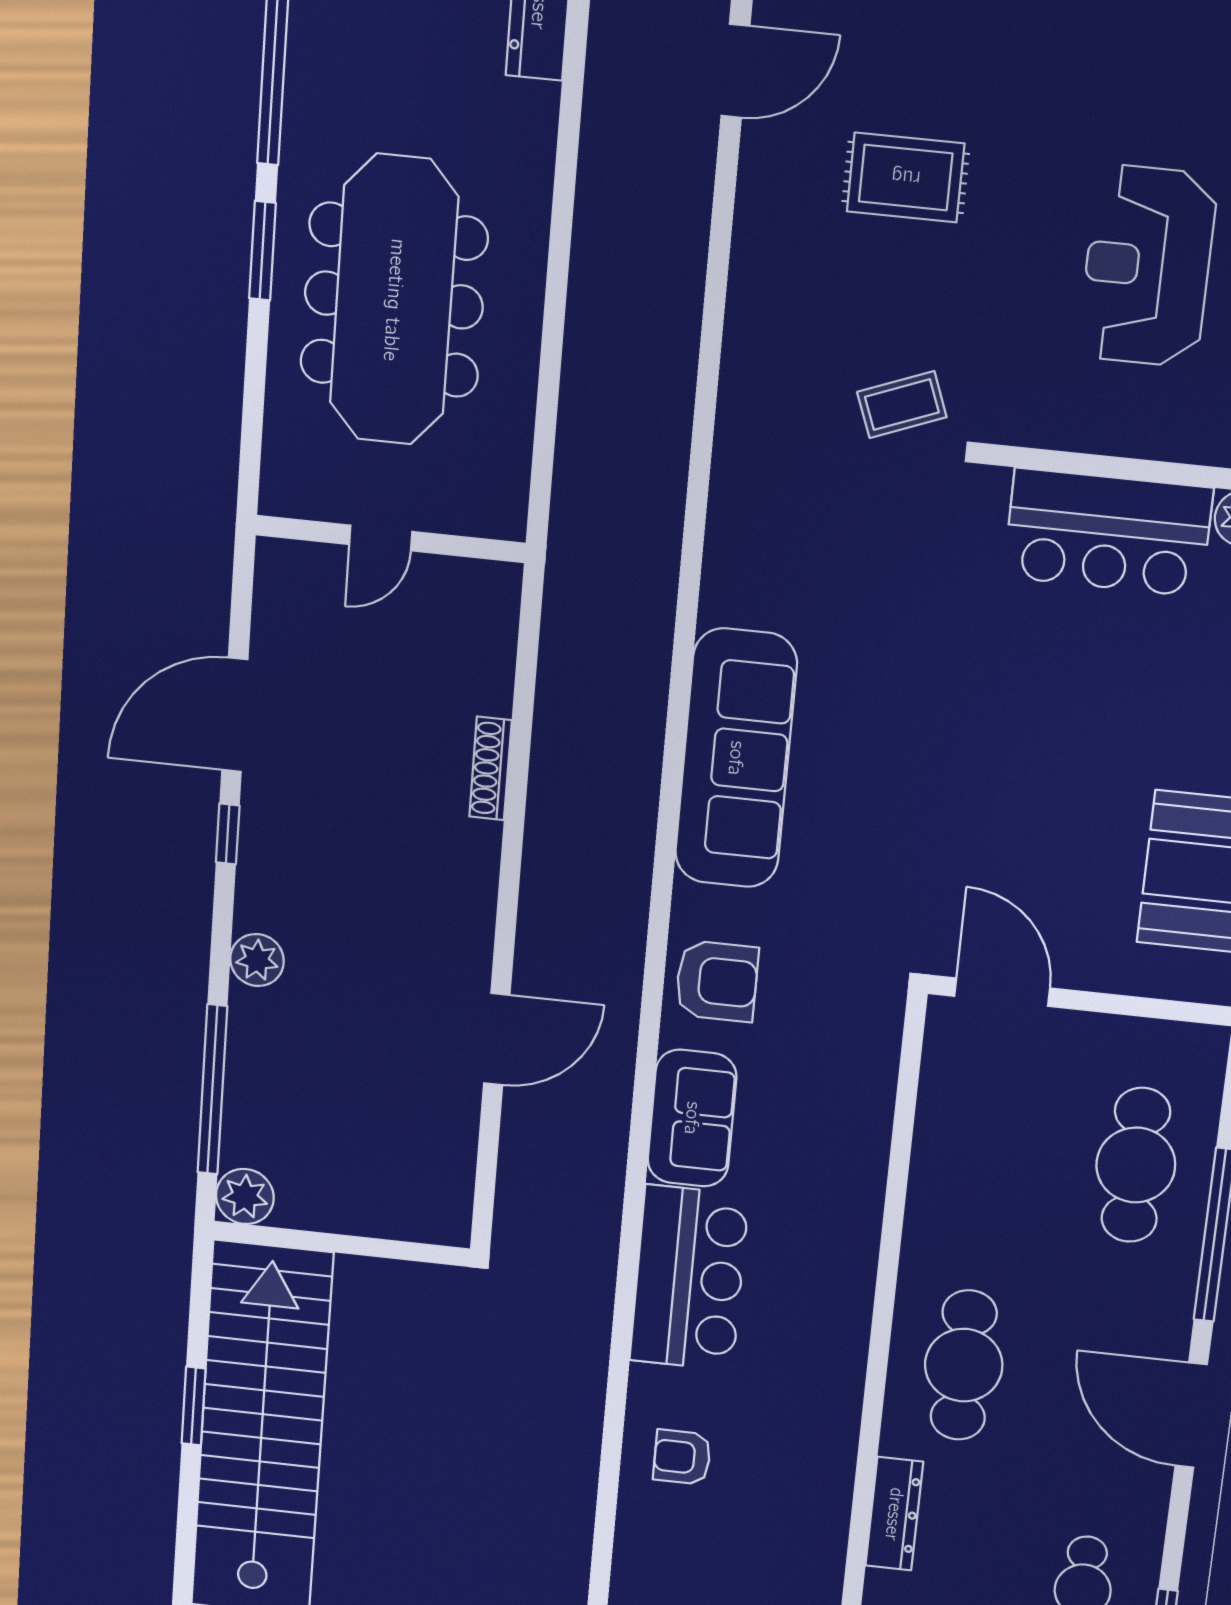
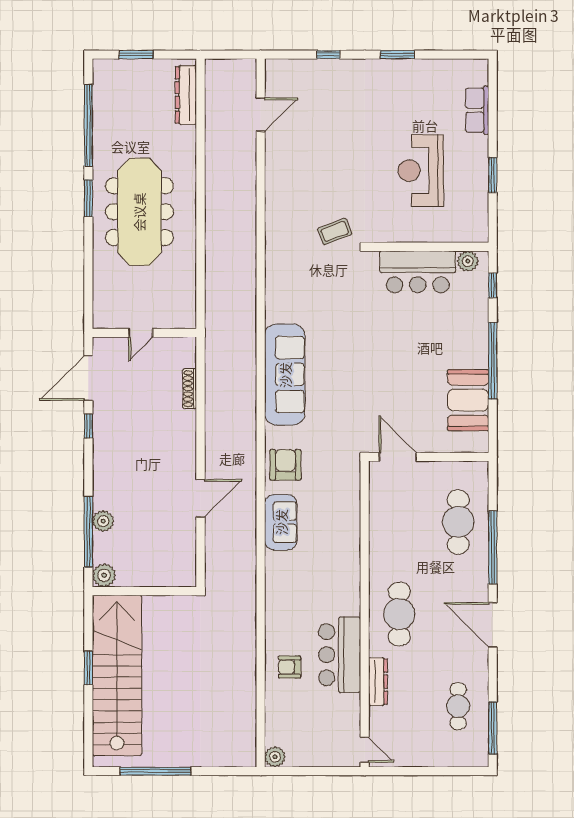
rug: (906, 177) -> (327, 147), removed
door: (381, 538) -> (141, 333), moved
wall: (391, 539) -> (144, 333), moved
plant: (257, 960) -> (103, 521), moved
armchair: (717, 981) -> (285, 465), turned -90
bar counter: (689, 1278) -> (340, 655), moved, turned 180

